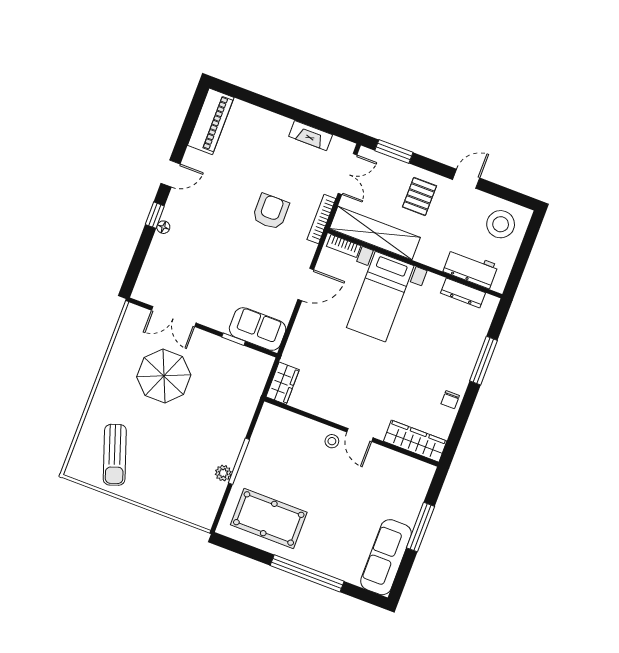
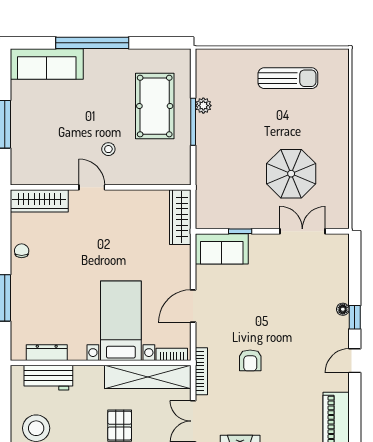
armchair: (271, 212) -> (250, 360), width x0.72, depth x0.72
wardrobe: (283, 383) -> (180, 217), width x1.50
stool: (332, 441) -> (108, 149), moved
sun lounger: (115, 455) -> (288, 78), moved, turned 109
pool table: (269, 518) -> (155, 106), moved, turned 90
sofa: (386, 557) -> (47, 64), moved, turned 90

